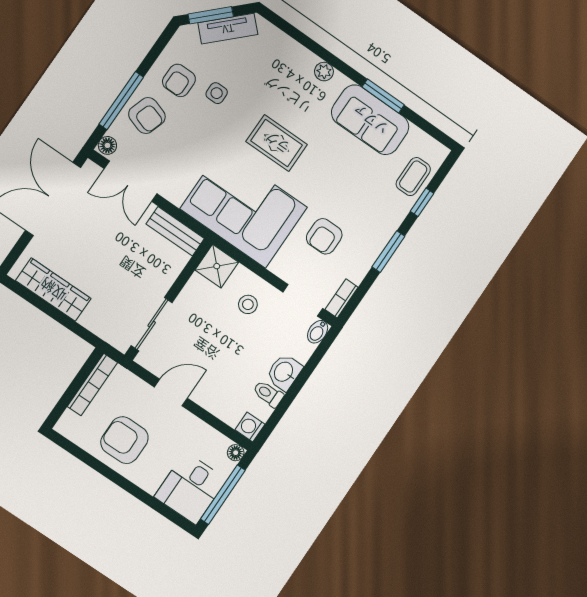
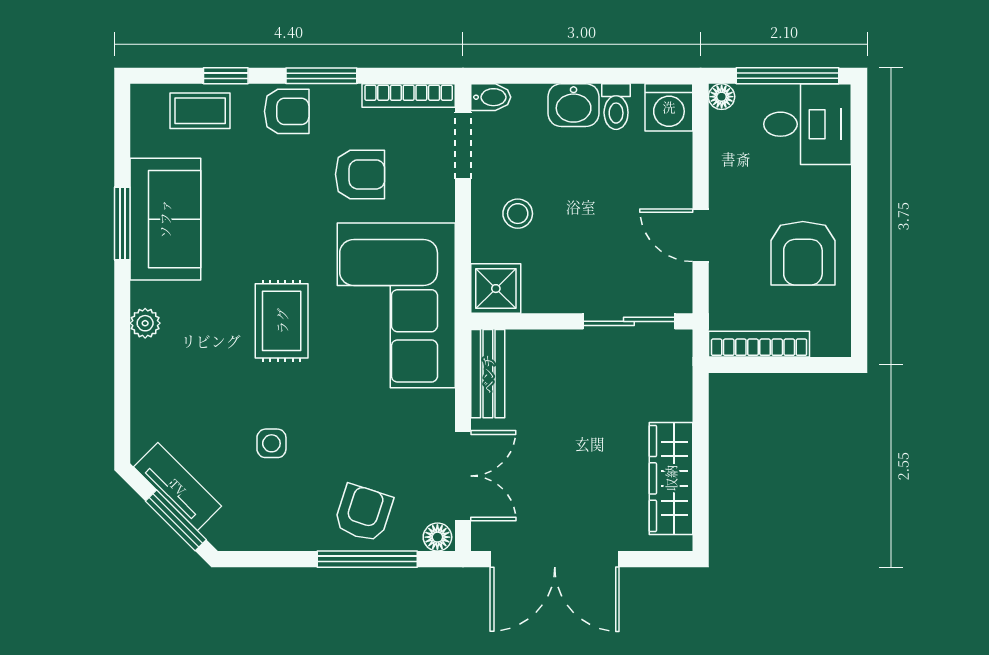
armchair: (179, 80) -> (287, 111), moved
bookcase: (342, 298) -> (409, 96), width x1.56
washing machine: (250, 427) -> (669, 107), width x1.38, depth x1.38

